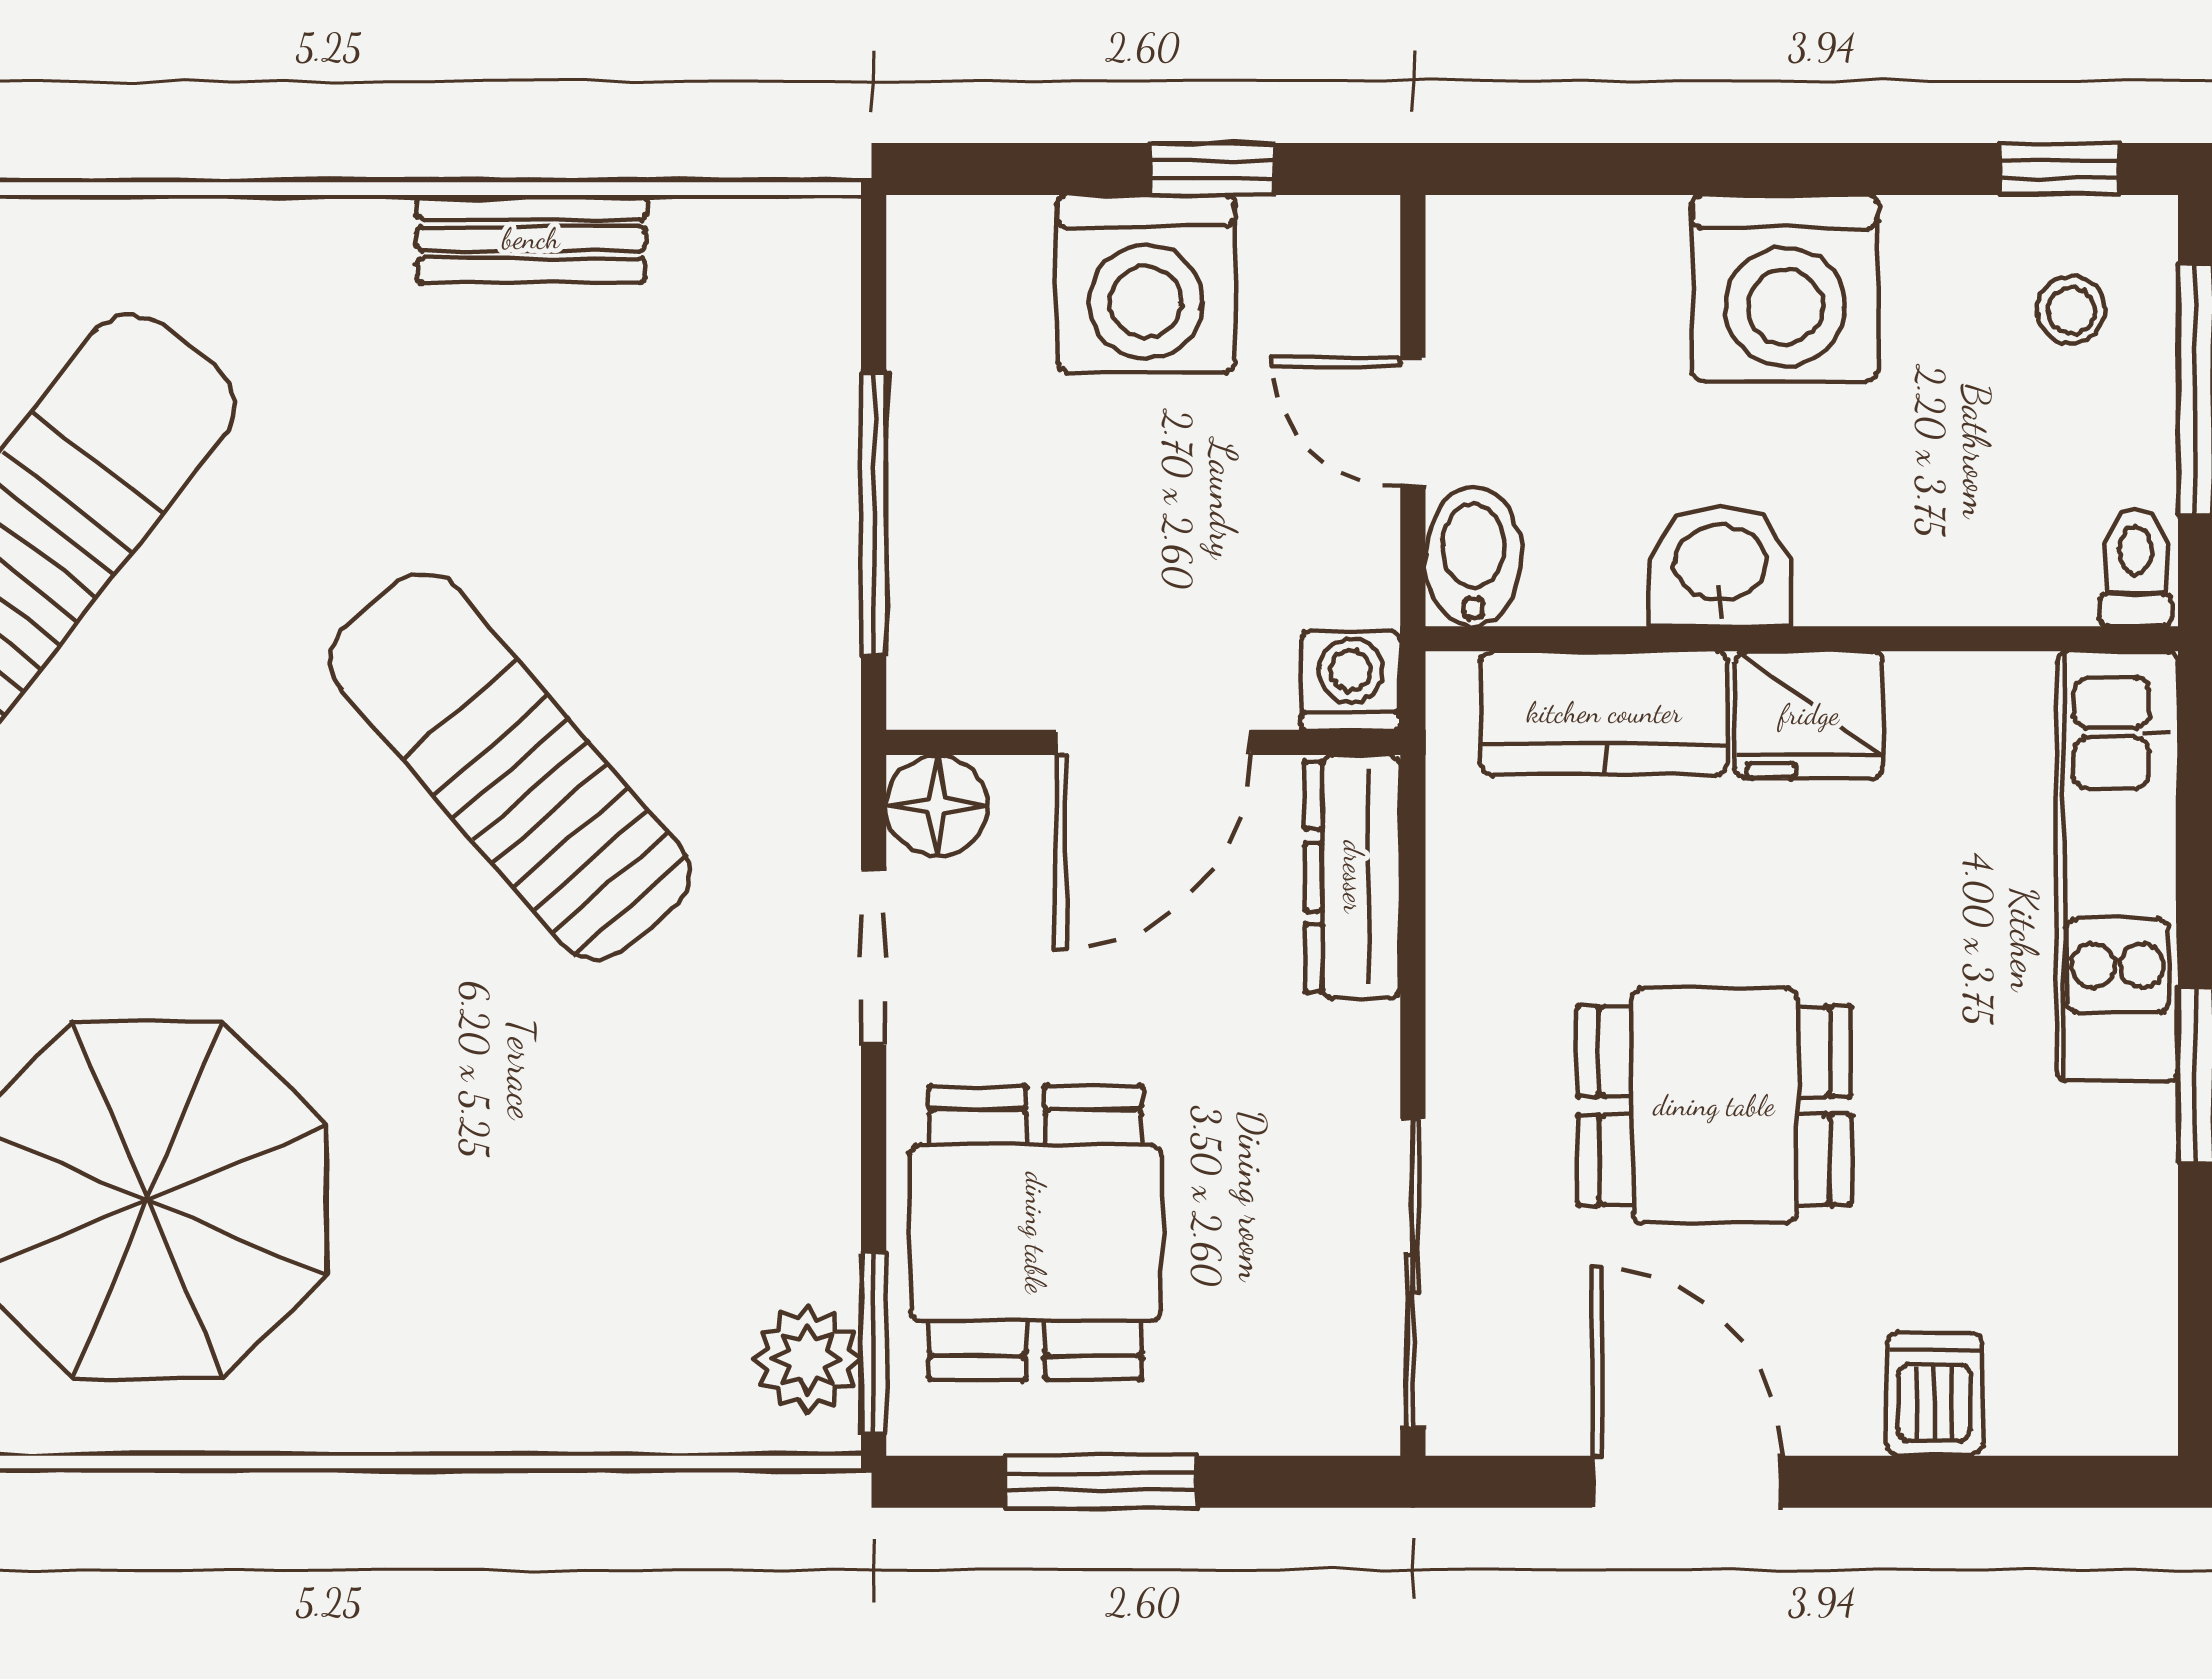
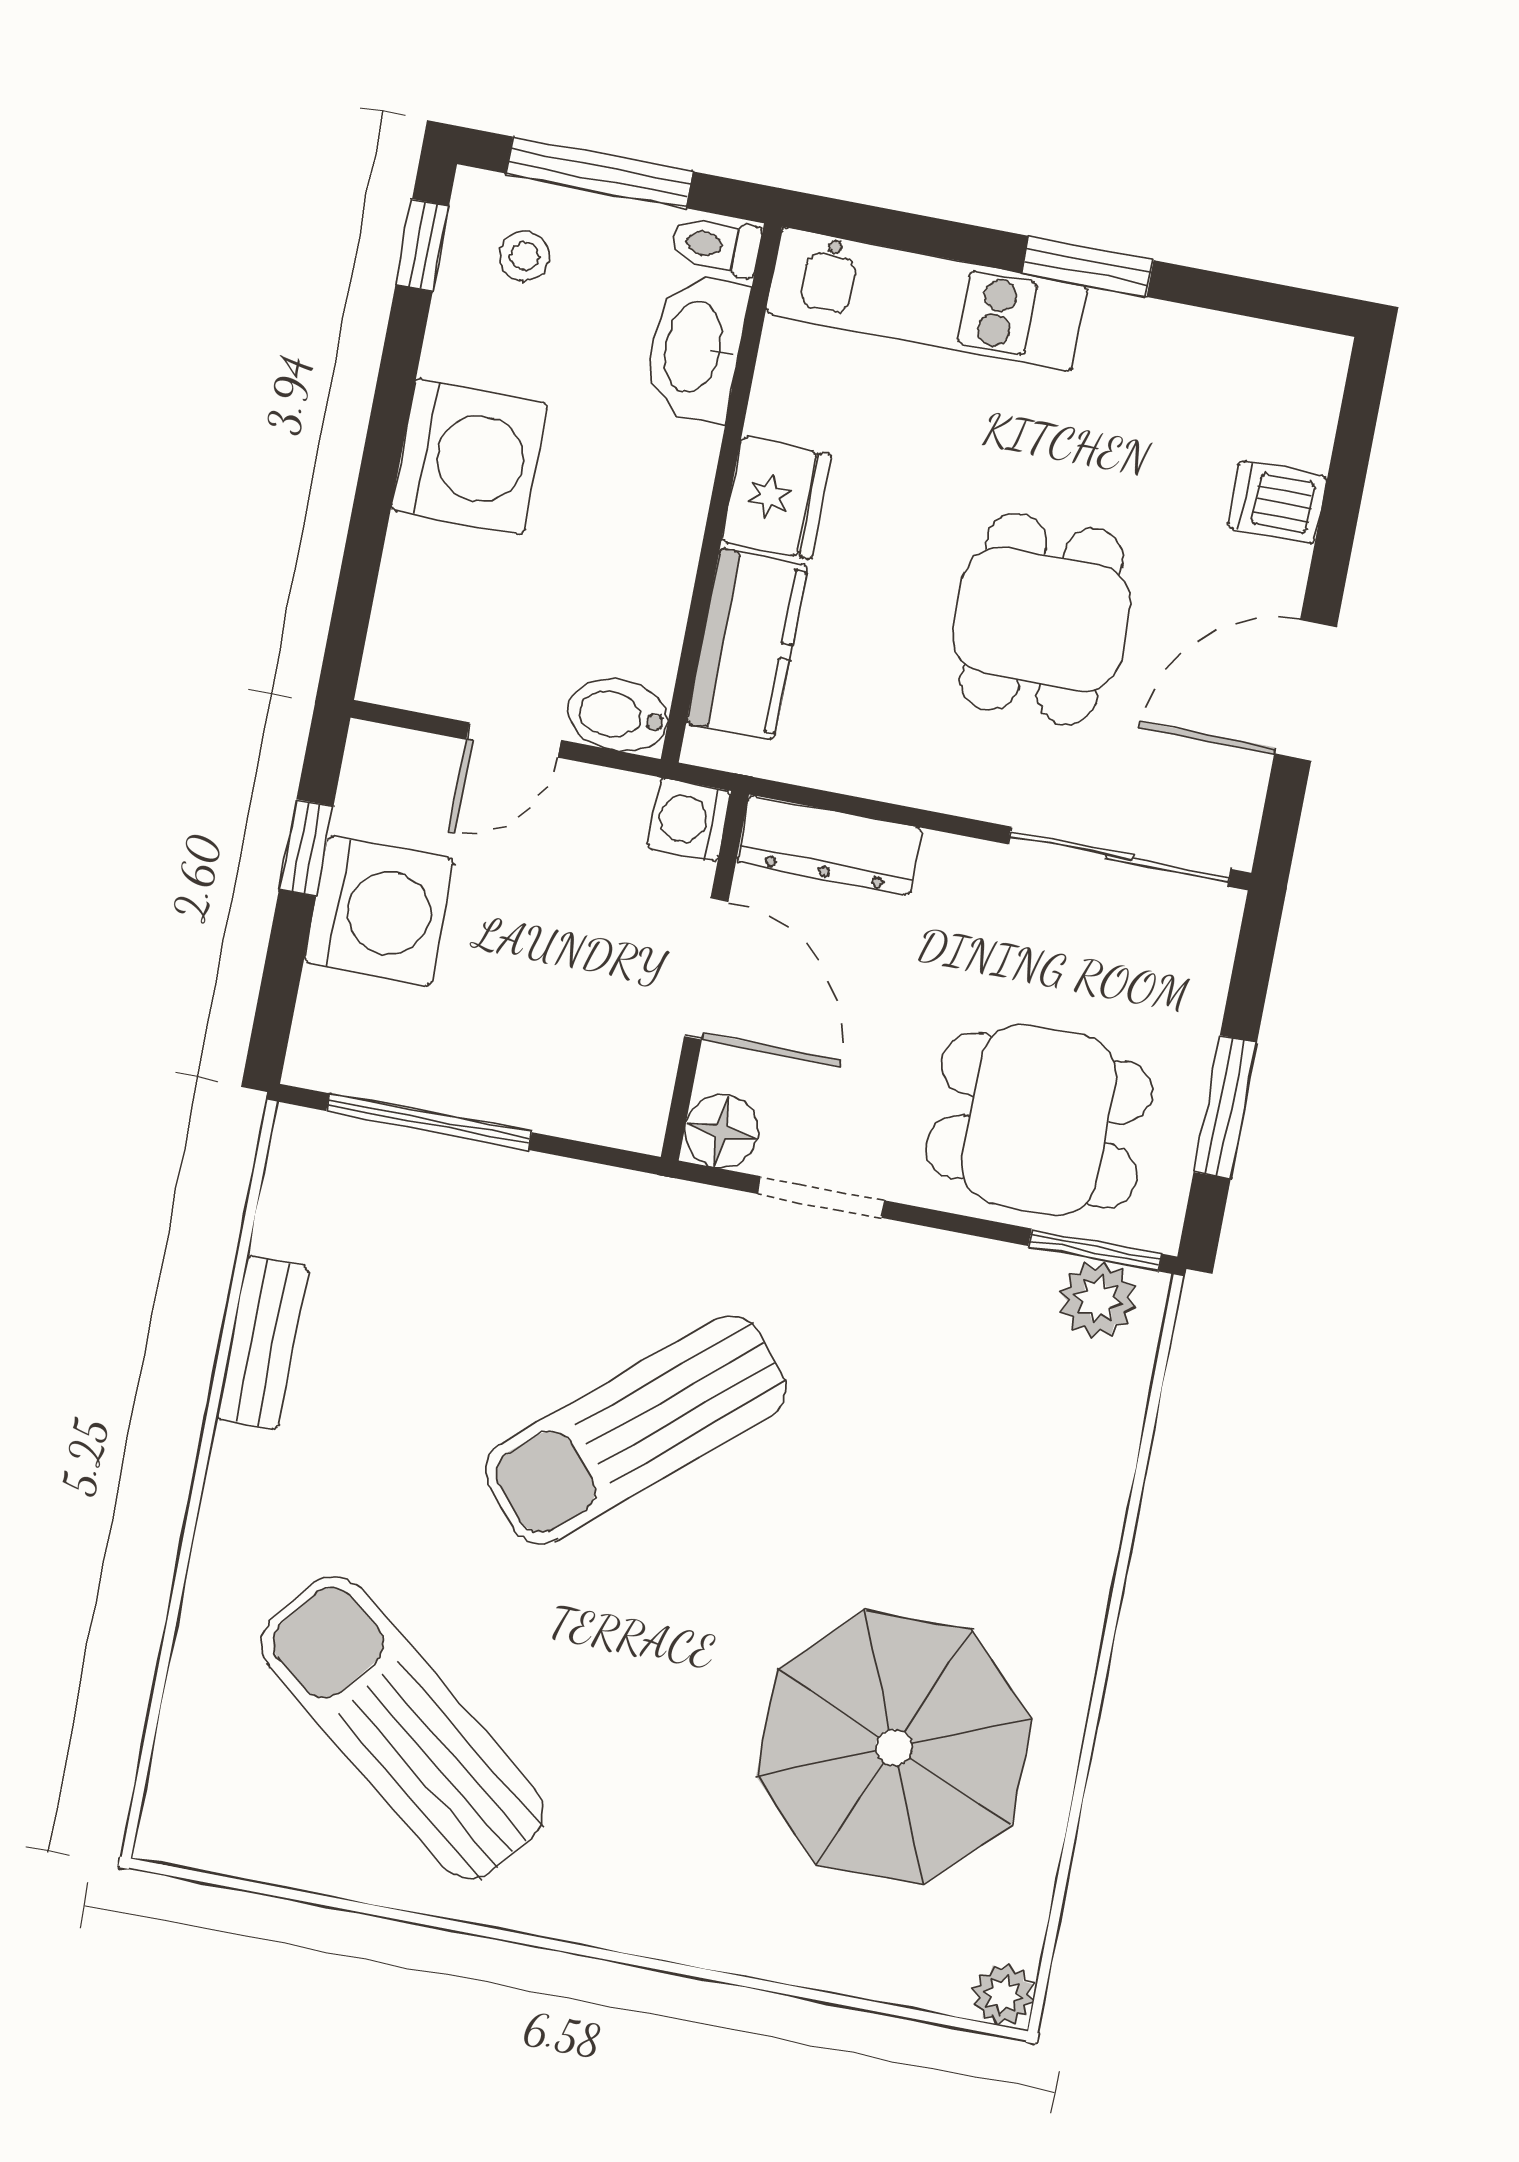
window: (874, 514) -> (429, 1122), moved
washbasin: (1720, 566) -> (696, 347), moved, width x1.38

